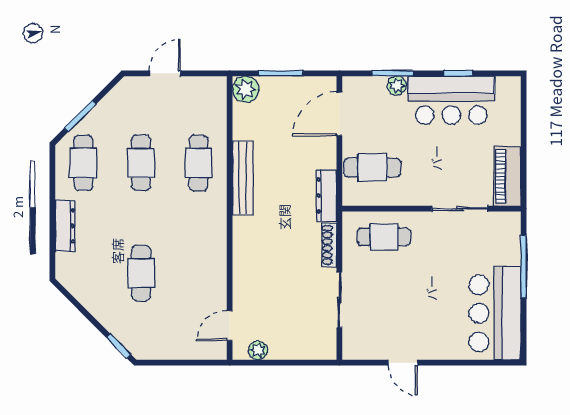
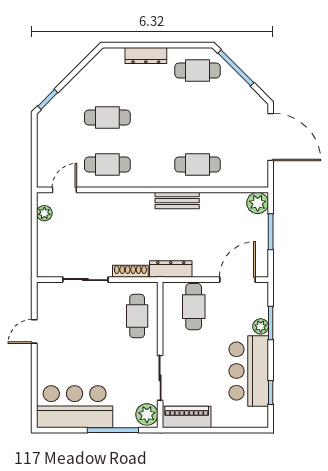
door: (165, 73) -> (271, 137), width x1.87
window: (458, 73) -> (271, 392), moved
door: (339, 114) -> (237, 280), hinge flipped
window: (80, 116) -> (236, 68), width x1.44
cafe table: (141, 163) -> (107, 164), moved
bench: (243, 178) -> (177, 201), width x0.73
plant: (504, 225) -> (147, 414), added
door: (230, 326) -> (64, 190), hinge flipped

